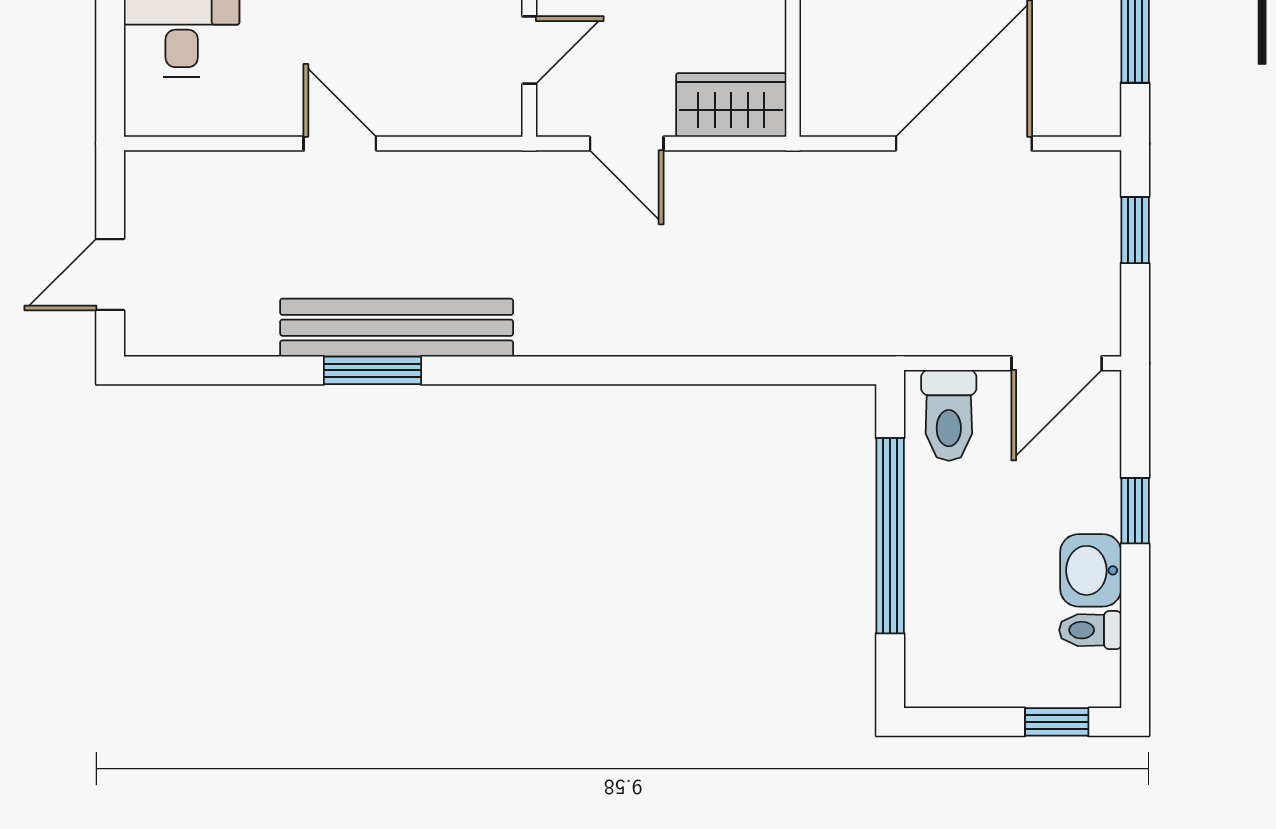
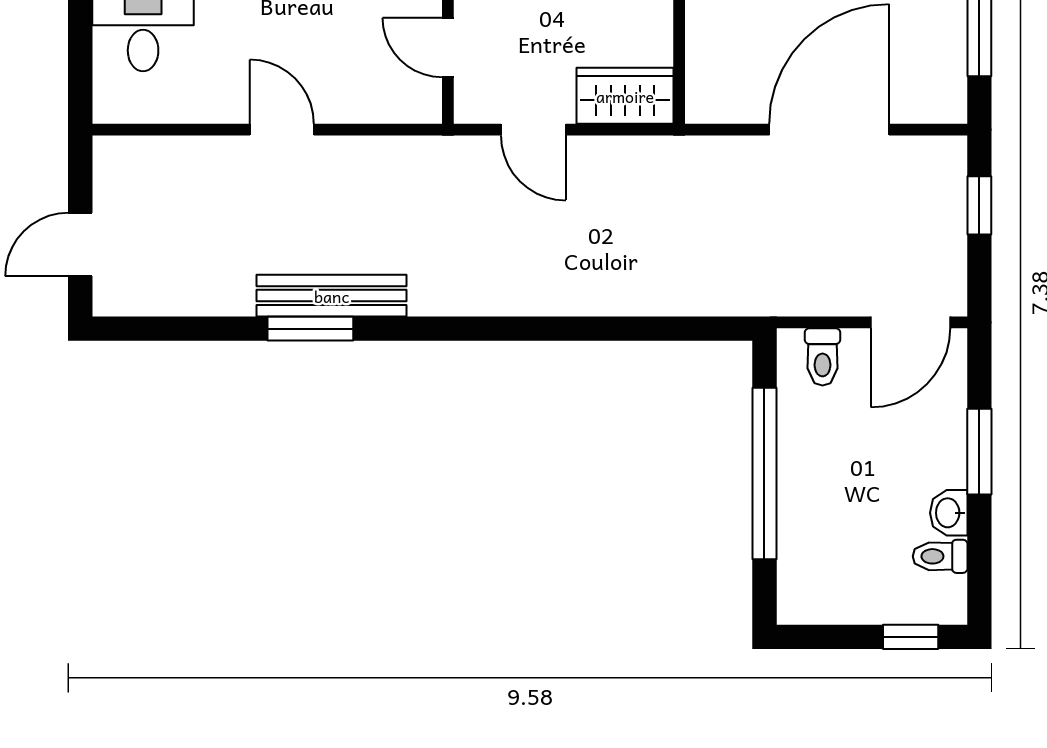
door: (529, 50) -> (448, 48), swing flipped
bench: (397, 328) -> (332, 296), width x0.73, depth x0.82
toilet: (949, 415) -> (823, 357), width x0.73, depth x0.72
window: (1135, 511) -> (979, 452), width x1.50
washbasin: (1091, 570) -> (949, 513), width x0.72, depth x0.69

